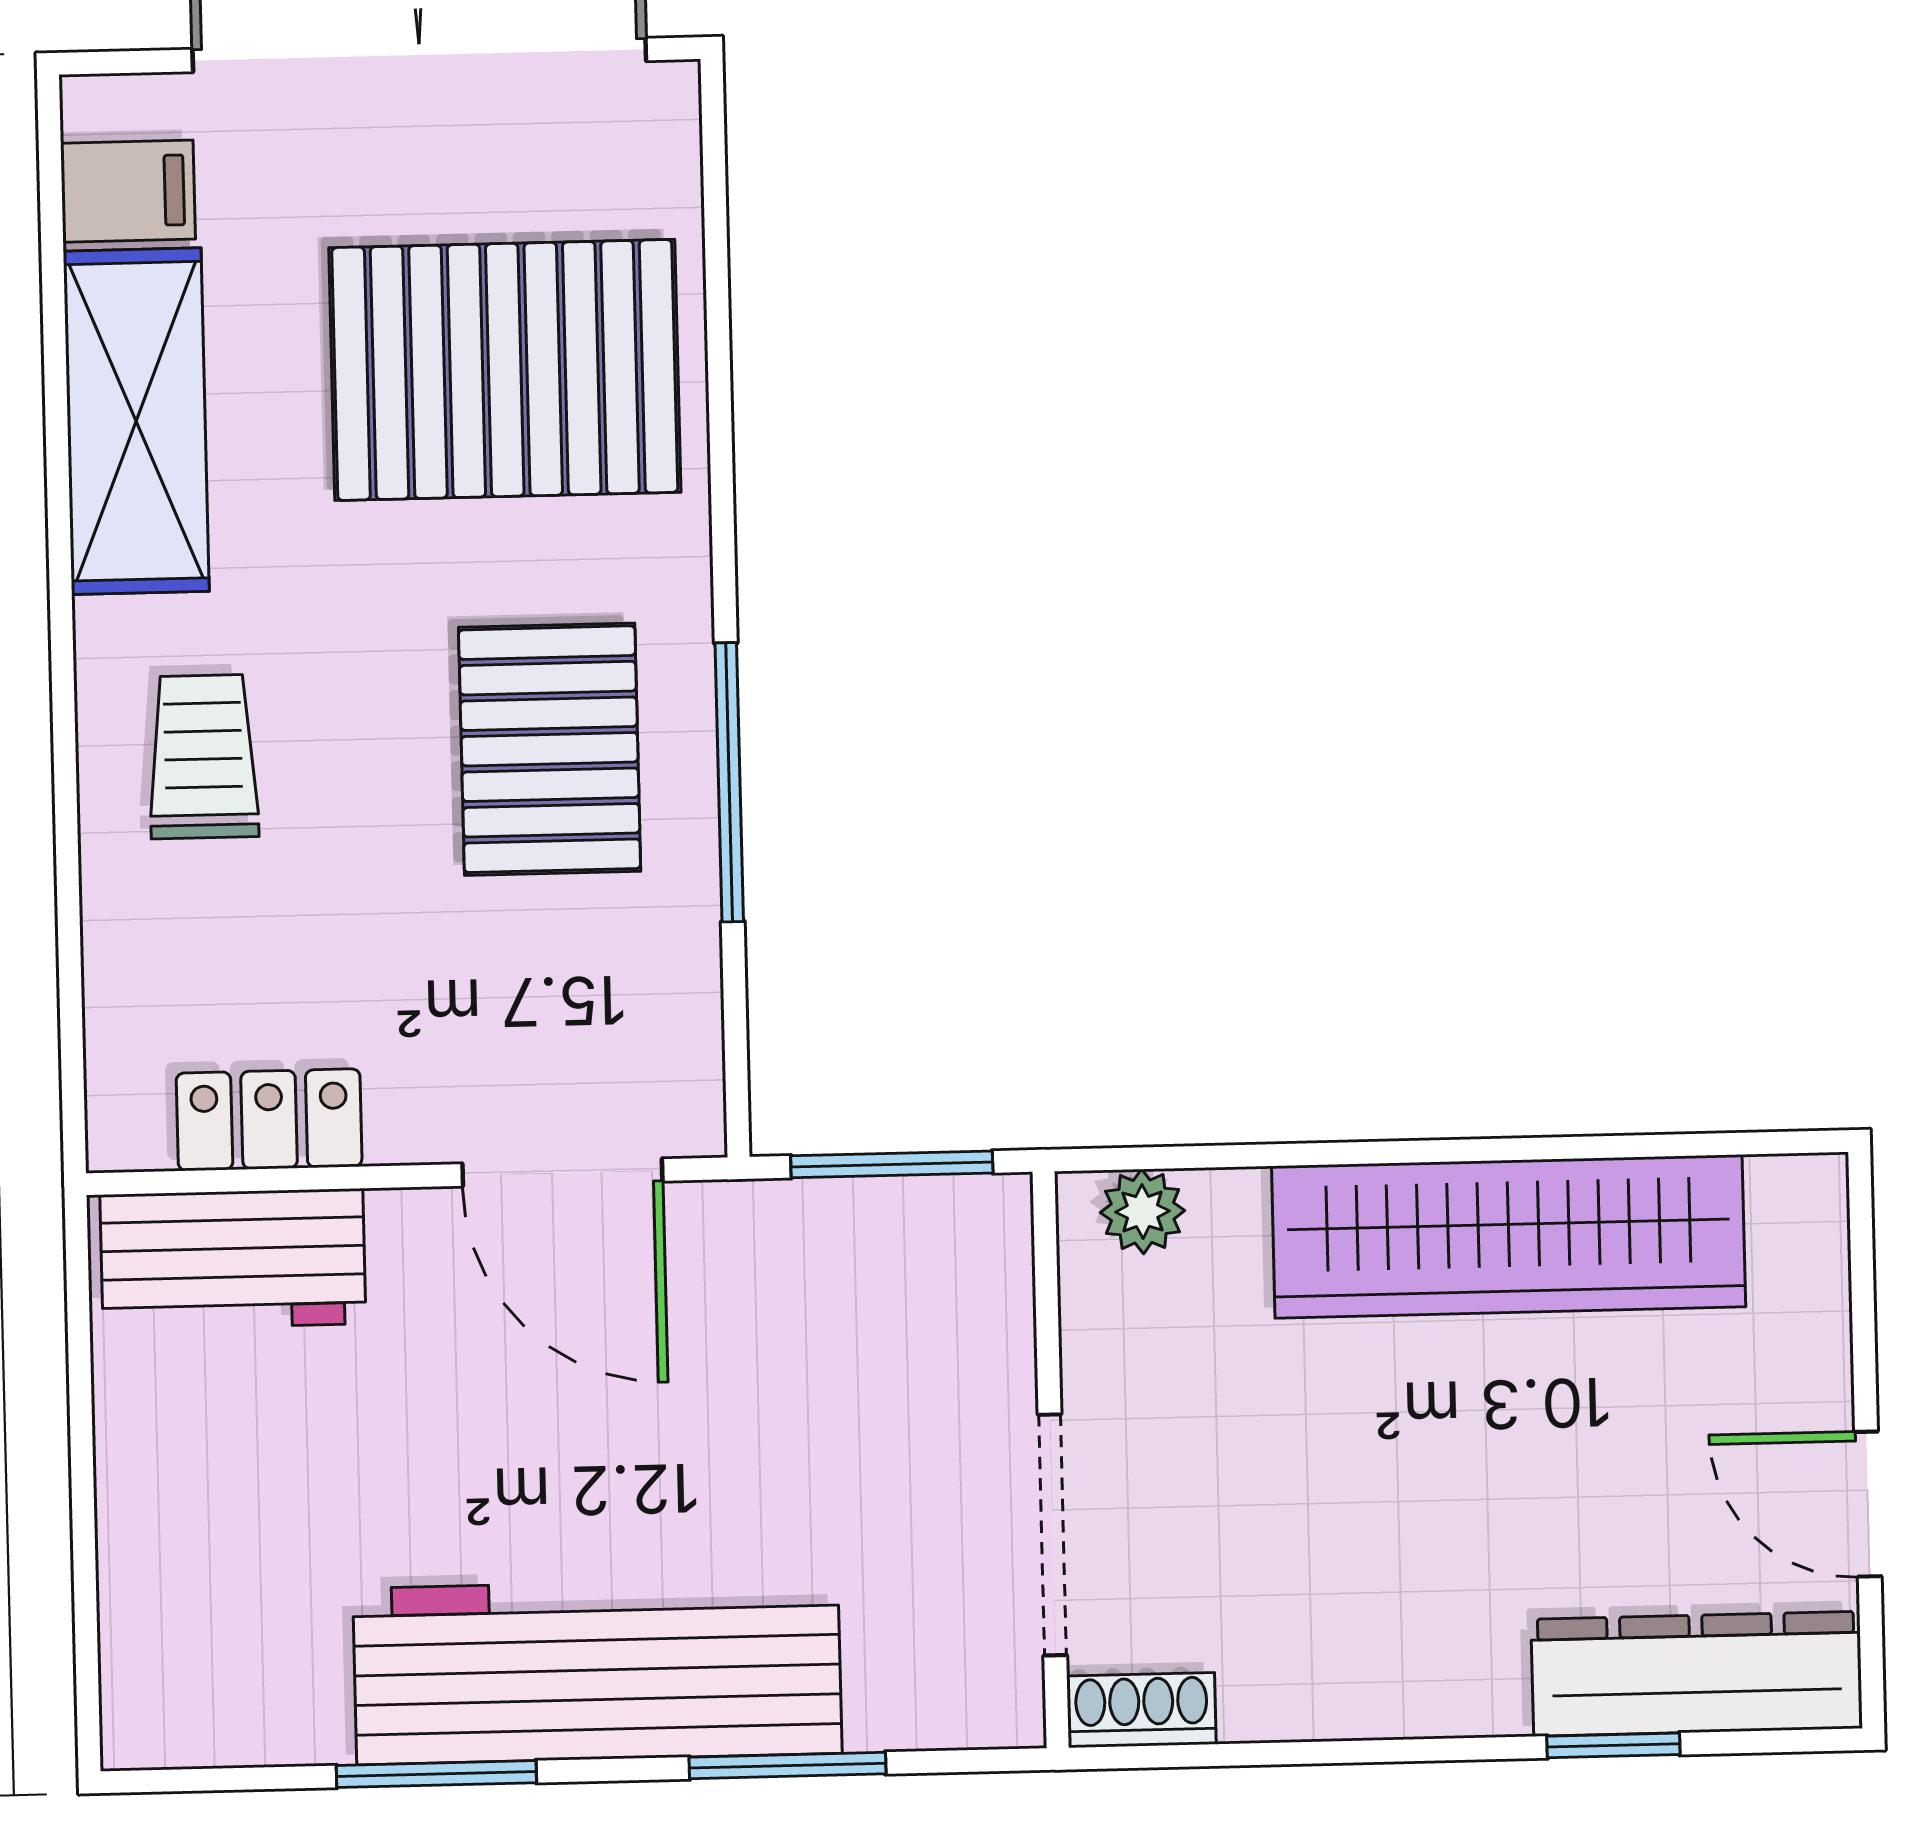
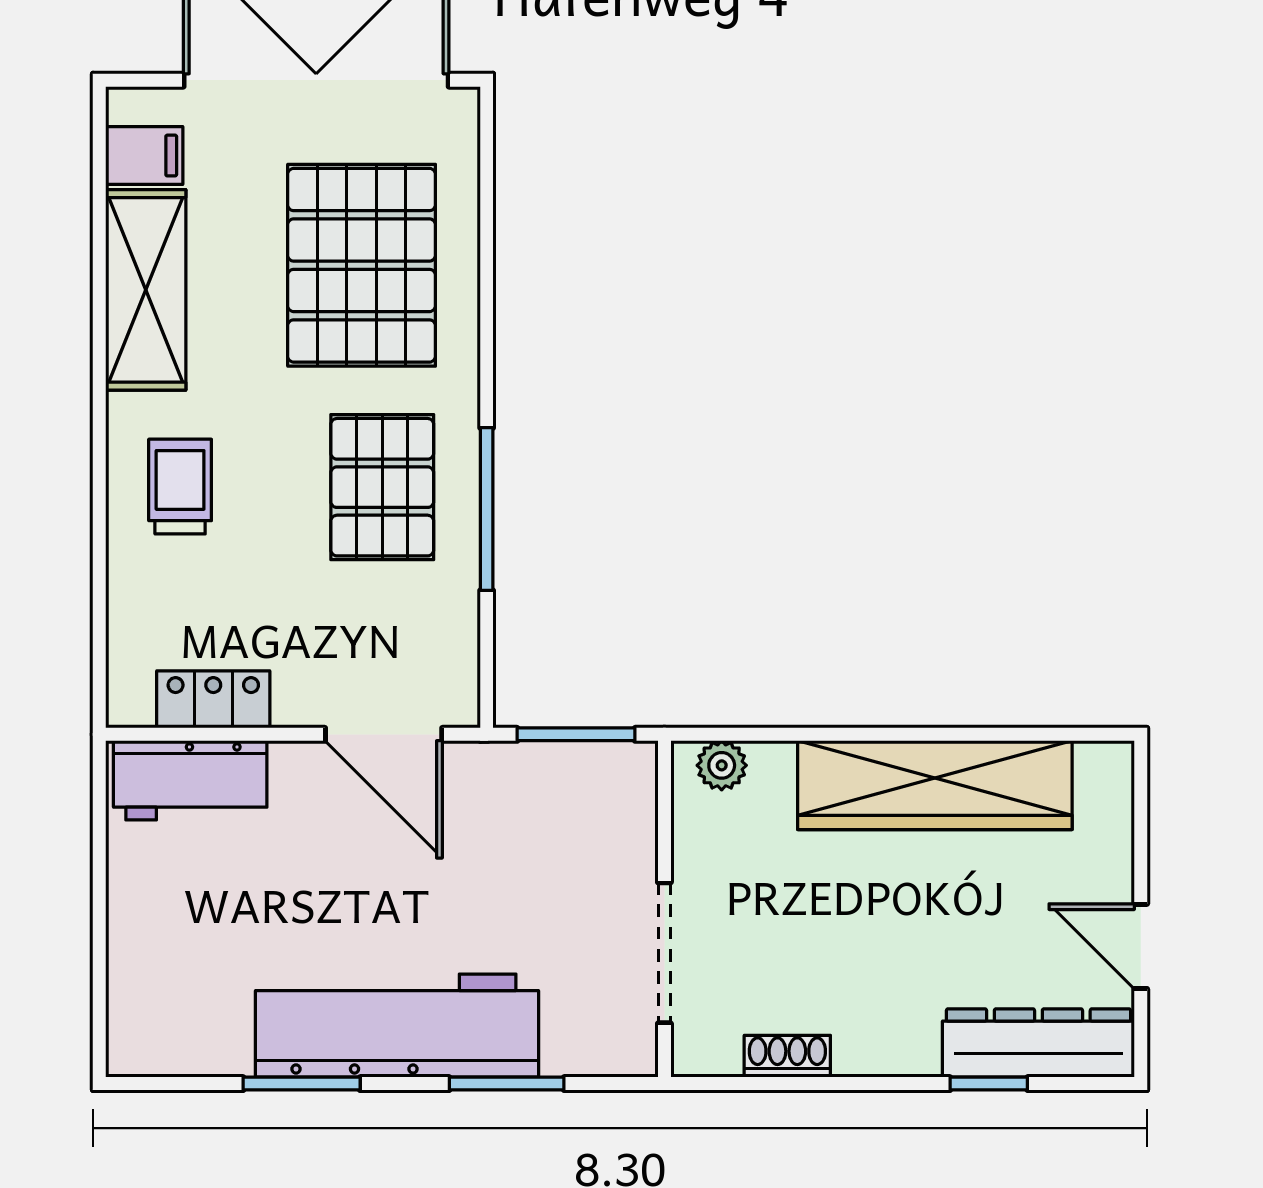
pallet: (505, 370) -> (362, 265), turned 90
shoe rack: (1141, 1710) -> (787, 1056), moved

